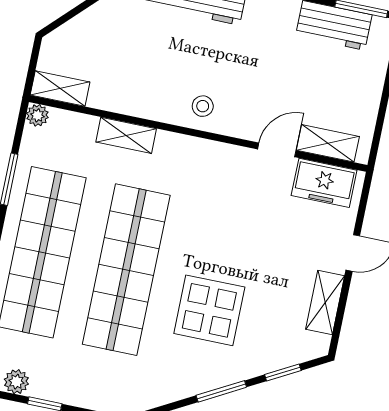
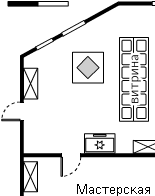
stool: (203, 106) -> (113, 169), removed
shelving: (328, 143) -> (30, 177), moved, turned 90
freezer: (324, 183) -> (100, 144), moved

